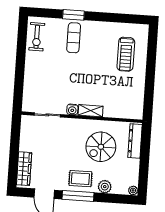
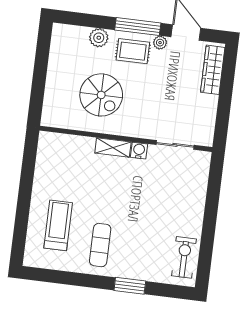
exercise mat: (74, 38) -> (100, 245), moved
dresser: (135, 141) -> (52, 100), removed
spiral stairs: (101, 147) -> (101, 95), turned 90
plant: (133, 190) -> (160, 43), moved

